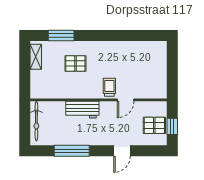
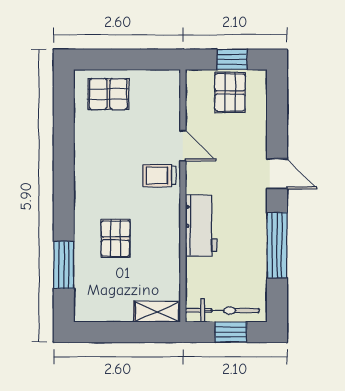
shelving: (36, 57) -> (157, 312), moved
pallet: (153, 60) -> (108, 94), added
window: (25, 126) -> (231, 332), added
door: (122, 151) -> (277, 174), moved

